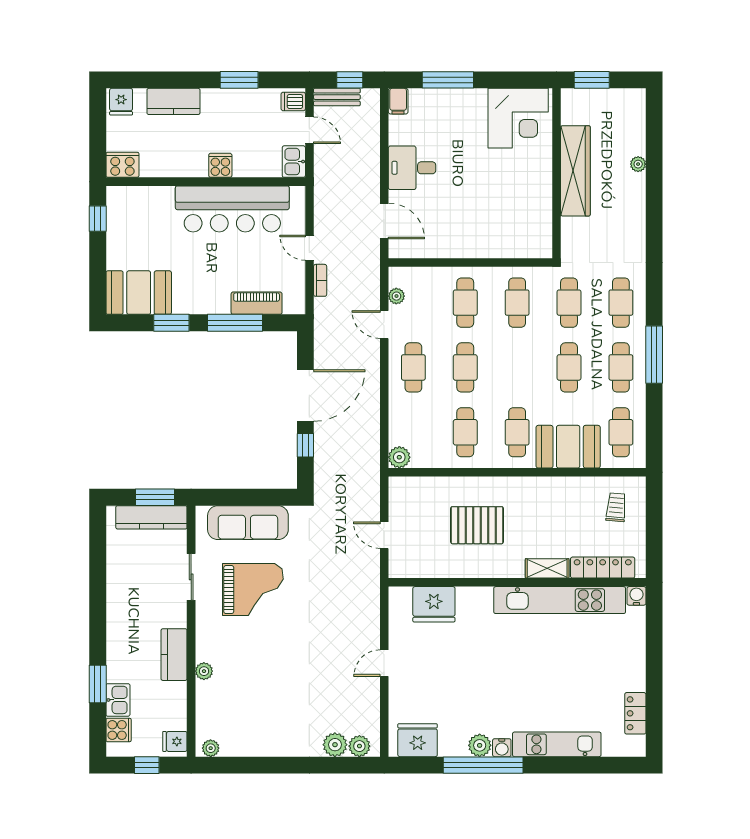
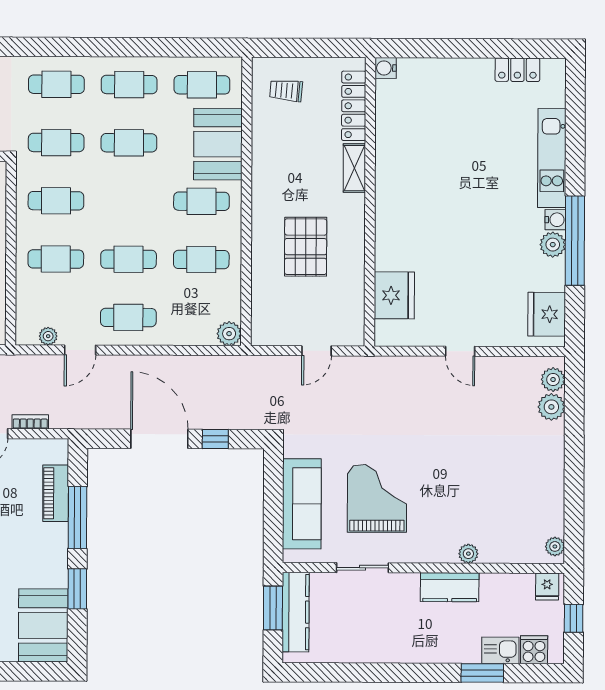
window: (654, 355) -> (115, 47), removed
kitchen unit: (560, 600) -> (390, 154), removed

